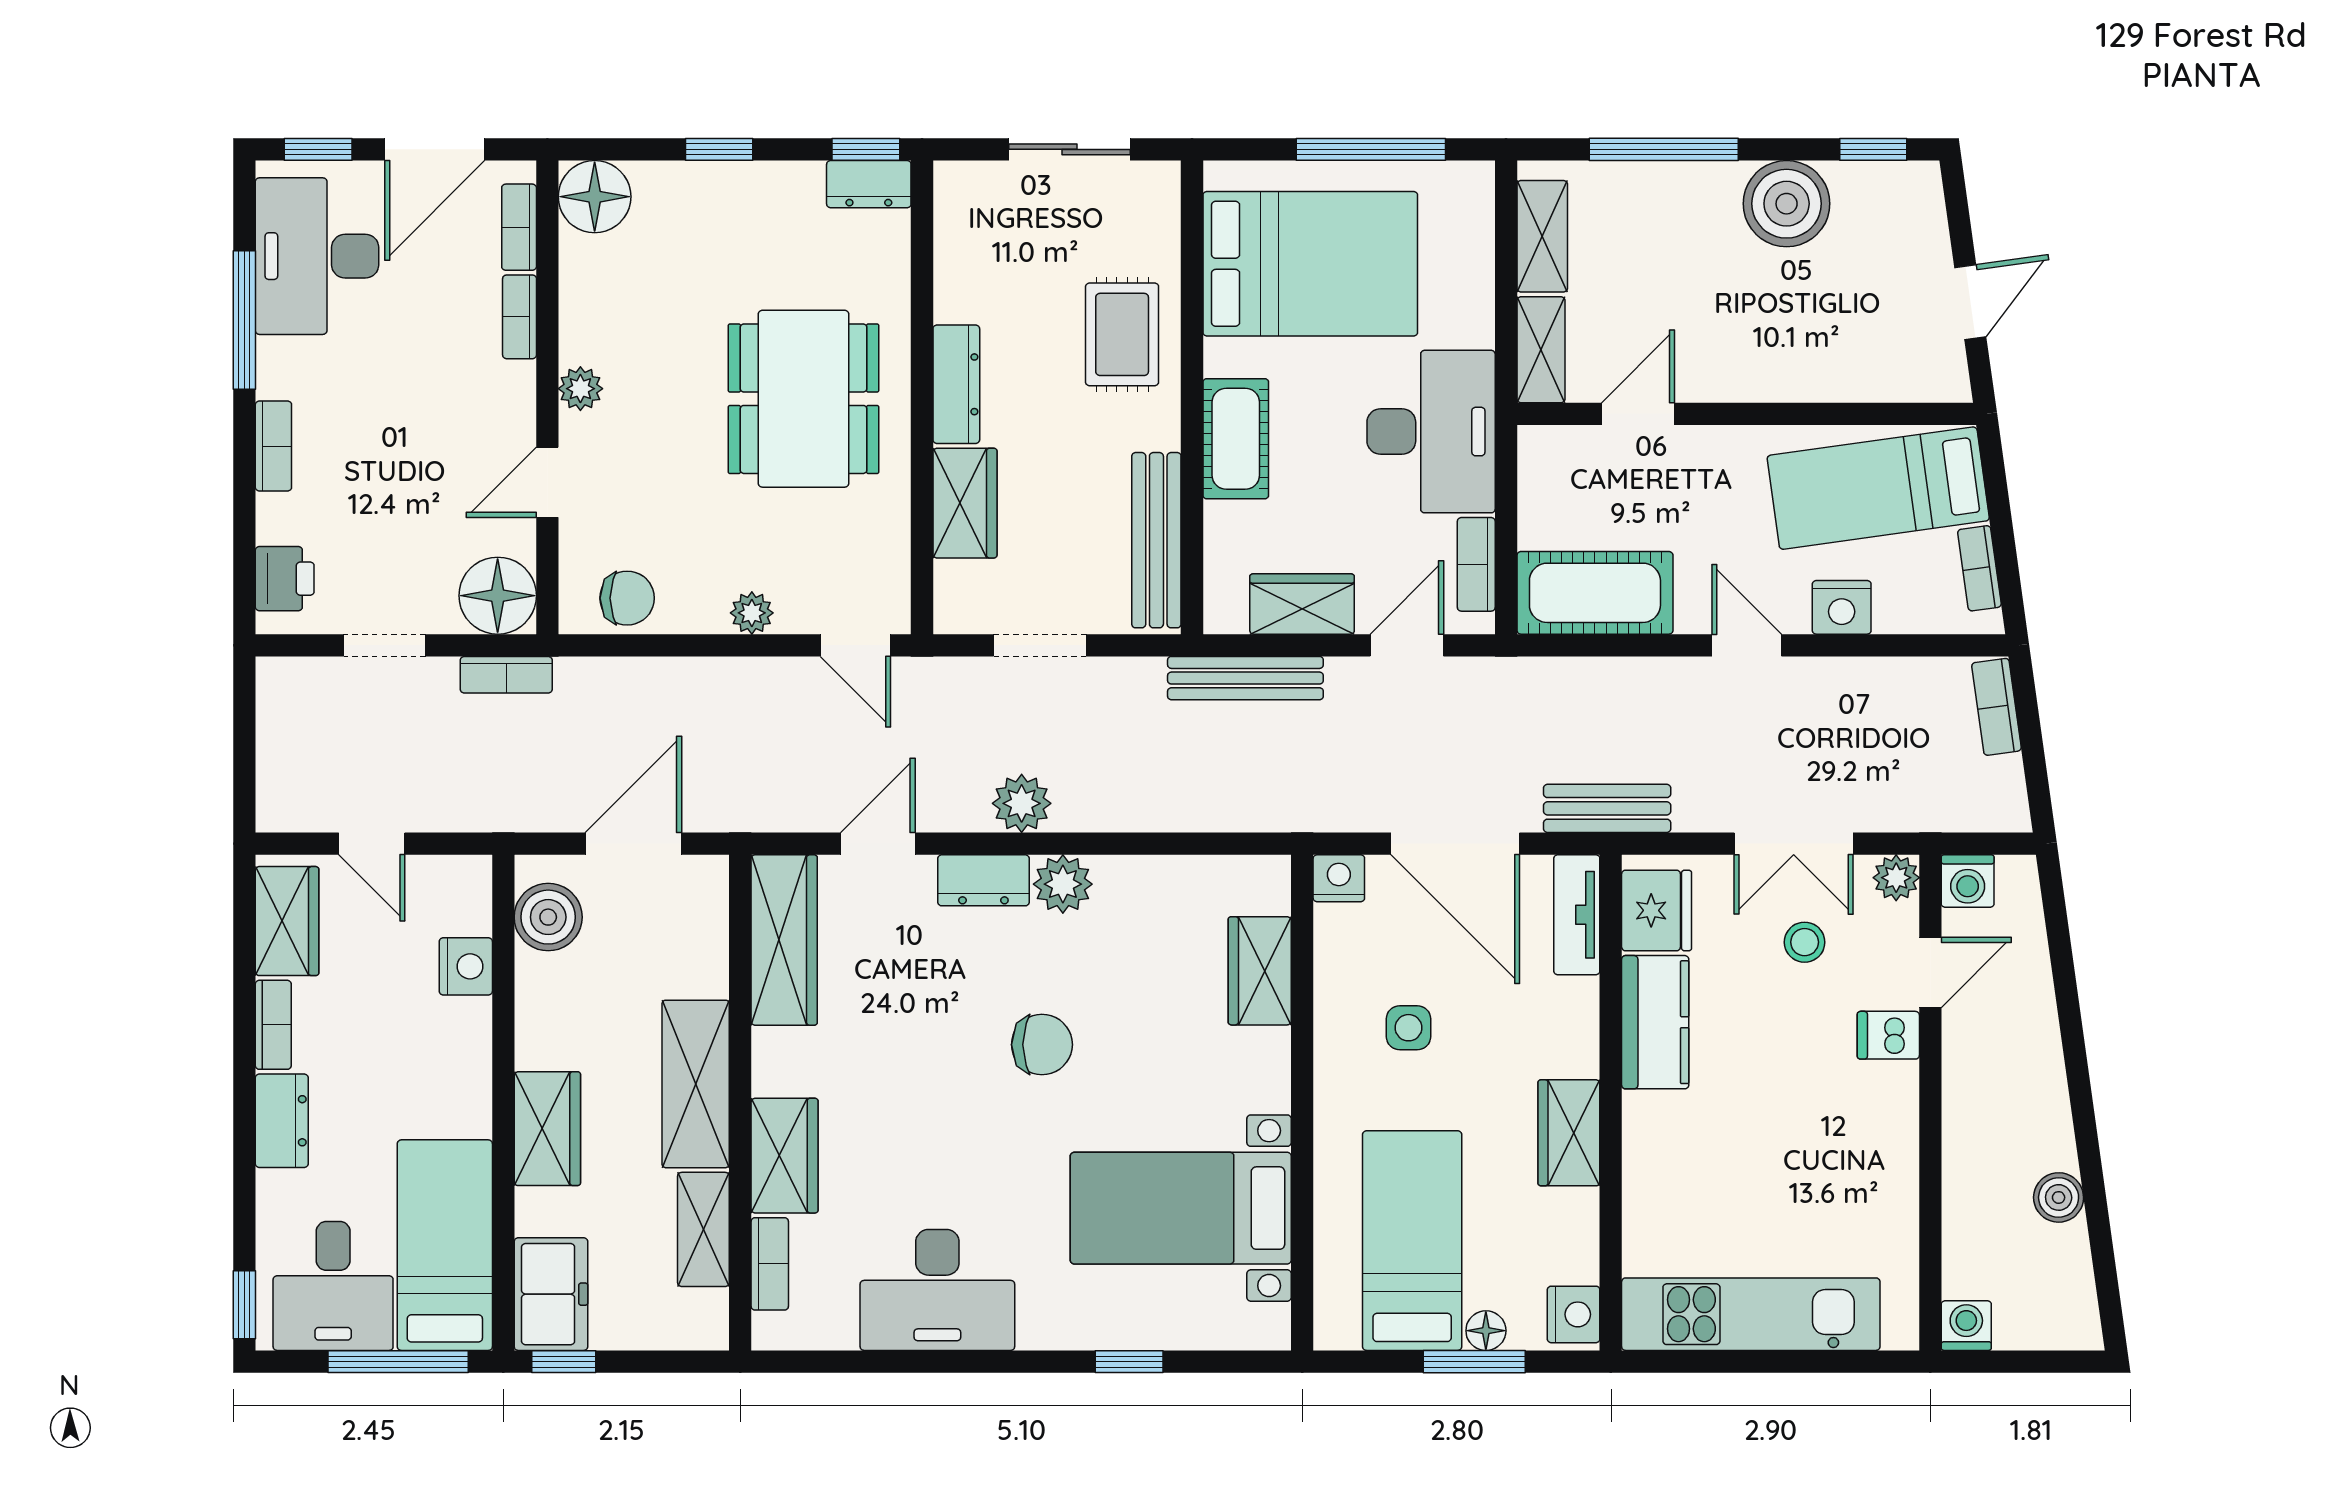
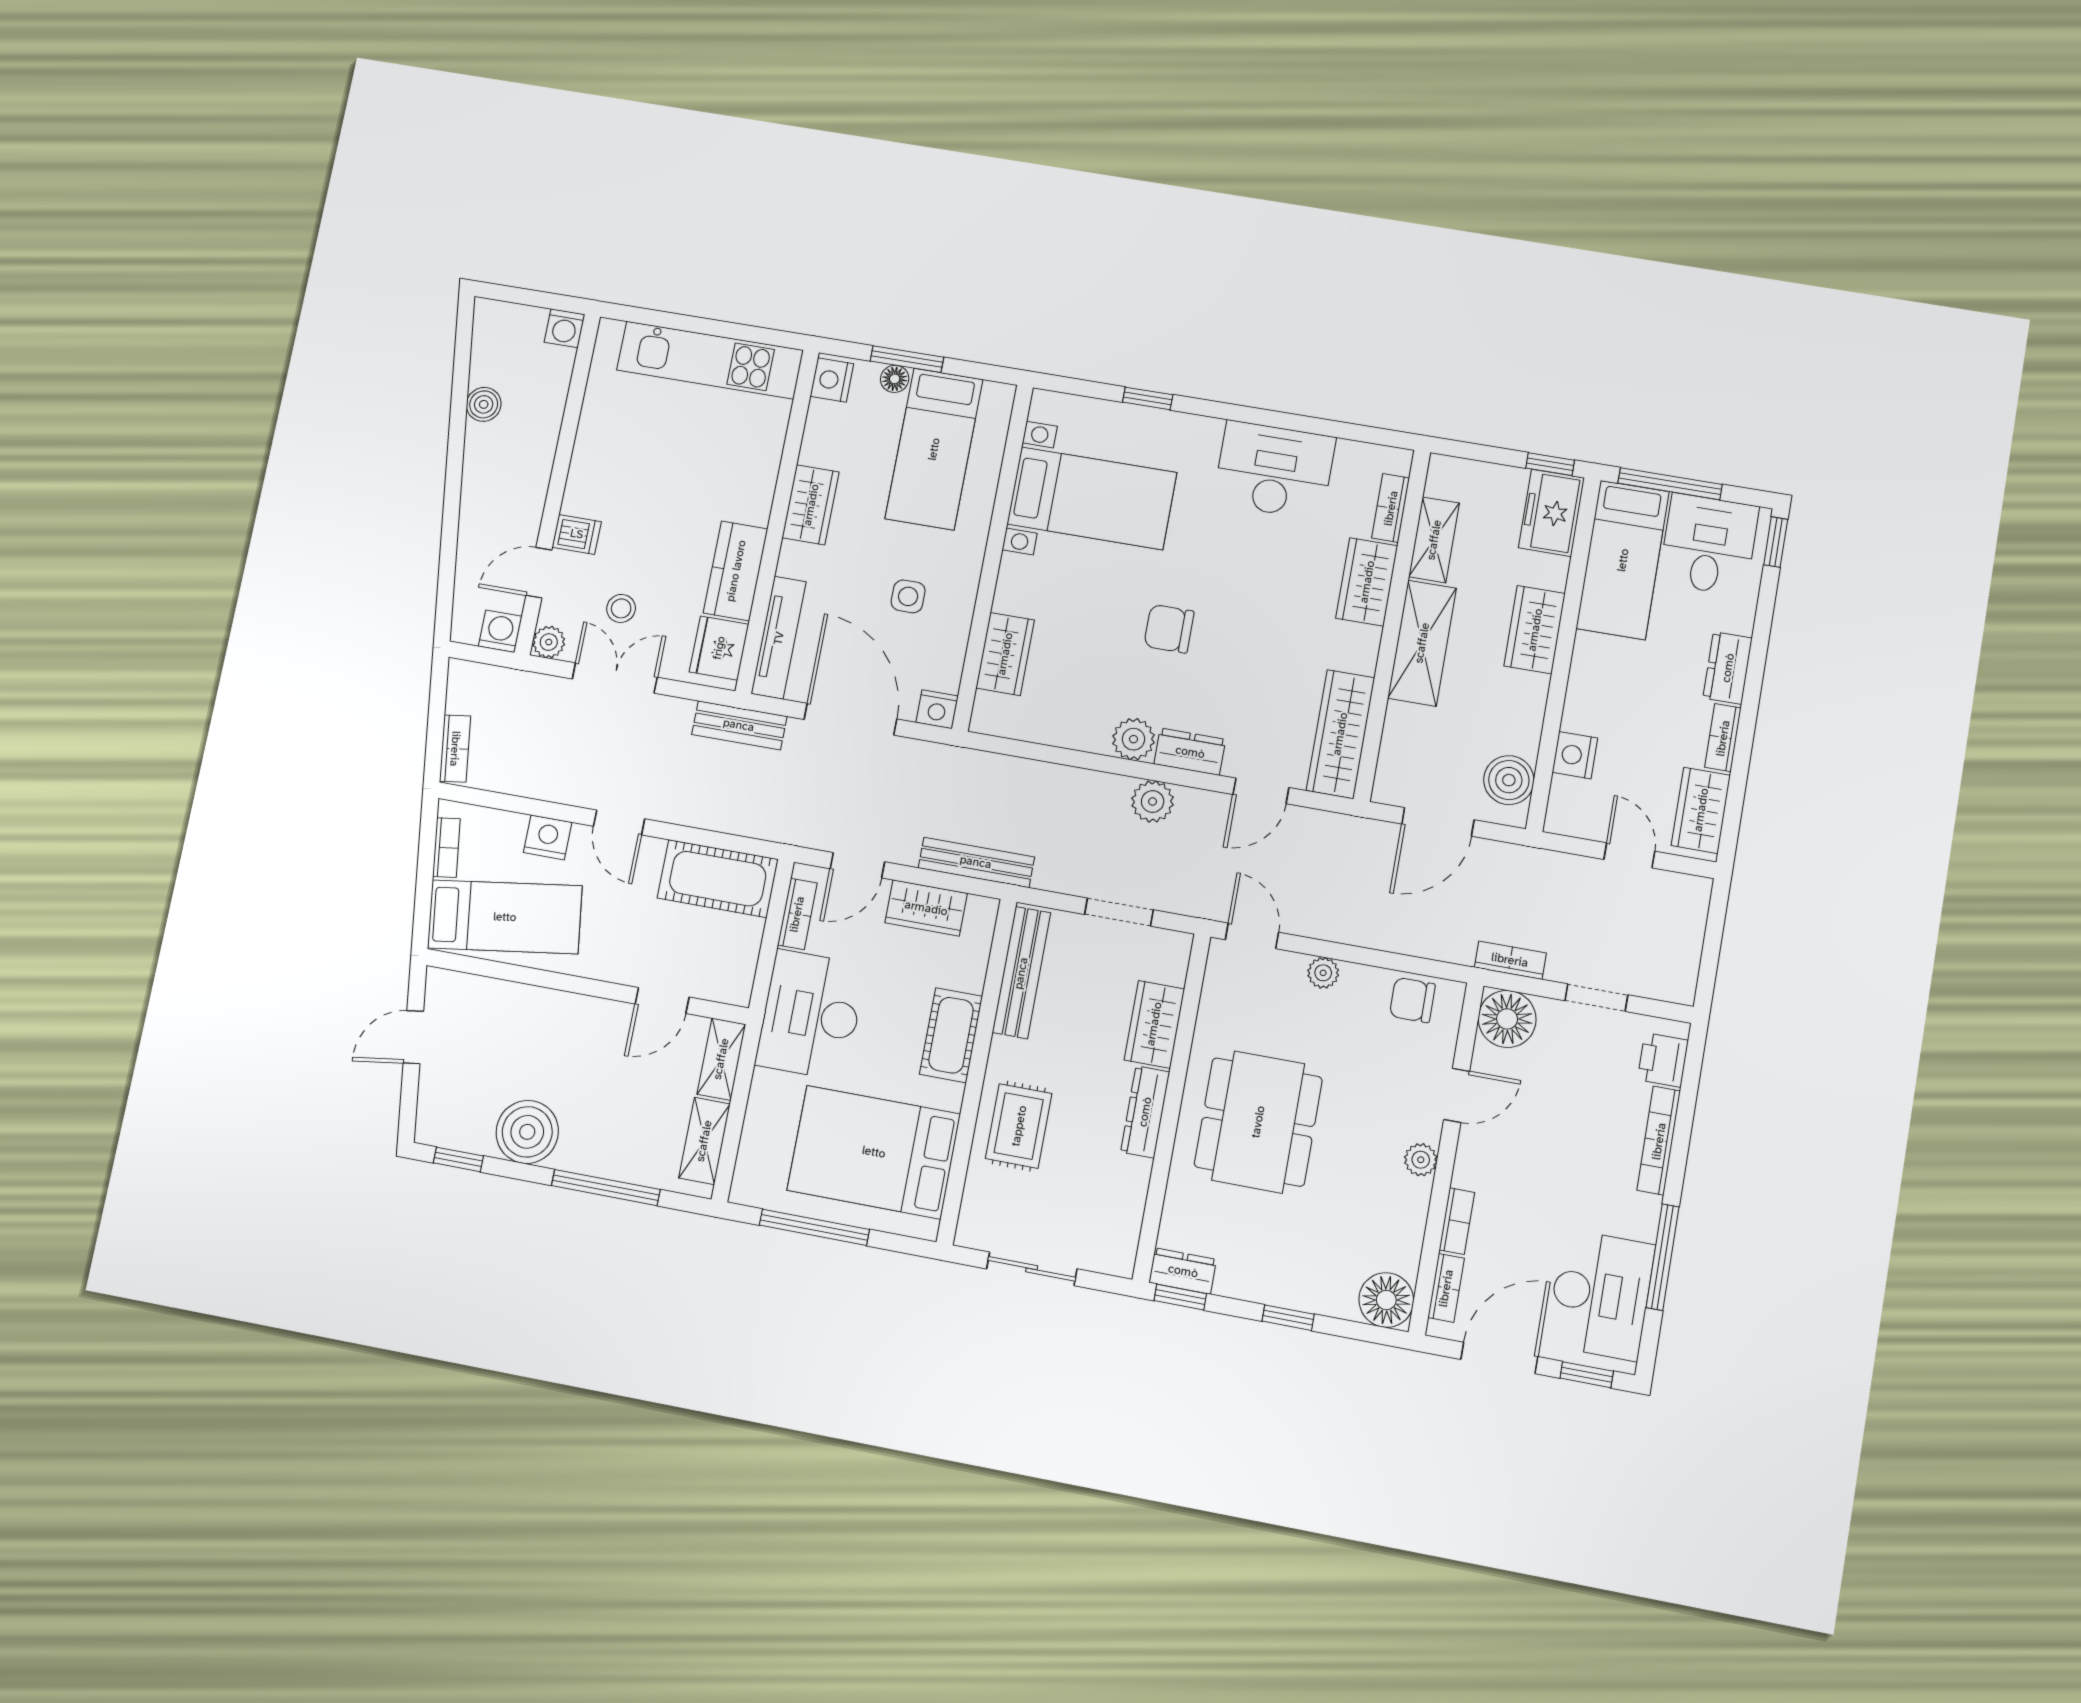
bookcase: (273, 446) -> (1659, 1141), width x1.56
tv unit: (1577, 915) -> (779, 638), width x1.41

